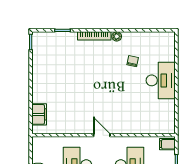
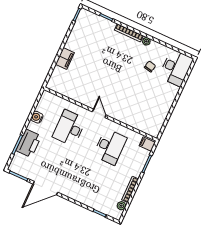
desk: (161, 80) -> (176, 68), moved
filing cabinet: (39, 114) -> (65, 58), moved

